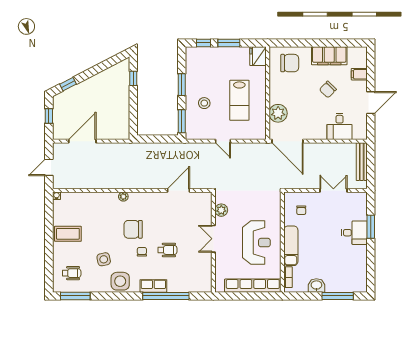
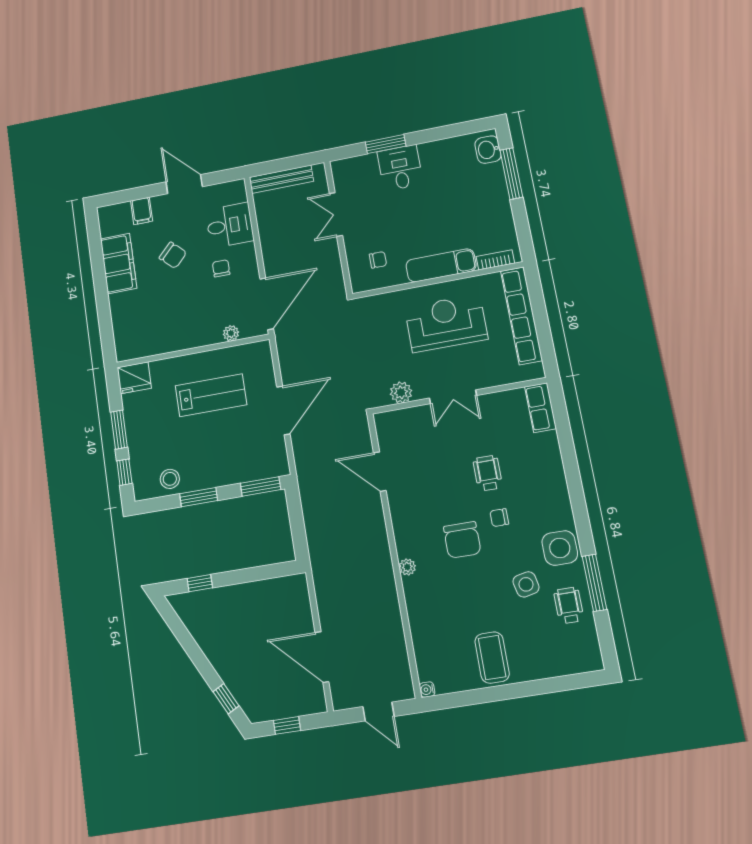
chair: (290, 63) -> (221, 268), moved, width x0.54, depth x0.54
stool: (204, 103) -> (170, 479), moved
plant: (278, 113) -> (231, 333), width x0.53, depth x0.53
door: (223, 141) -> (283, 410), width x1.88
wheelchair: (72, 273) -> (569, 605), moved
washbasin: (316, 285) -> (488, 150), moved
row of seats: (153, 286) -> (540, 408), moved
window: (75, 296) -> (595, 583), moved
window: (166, 296) -> (570, 462), removed

